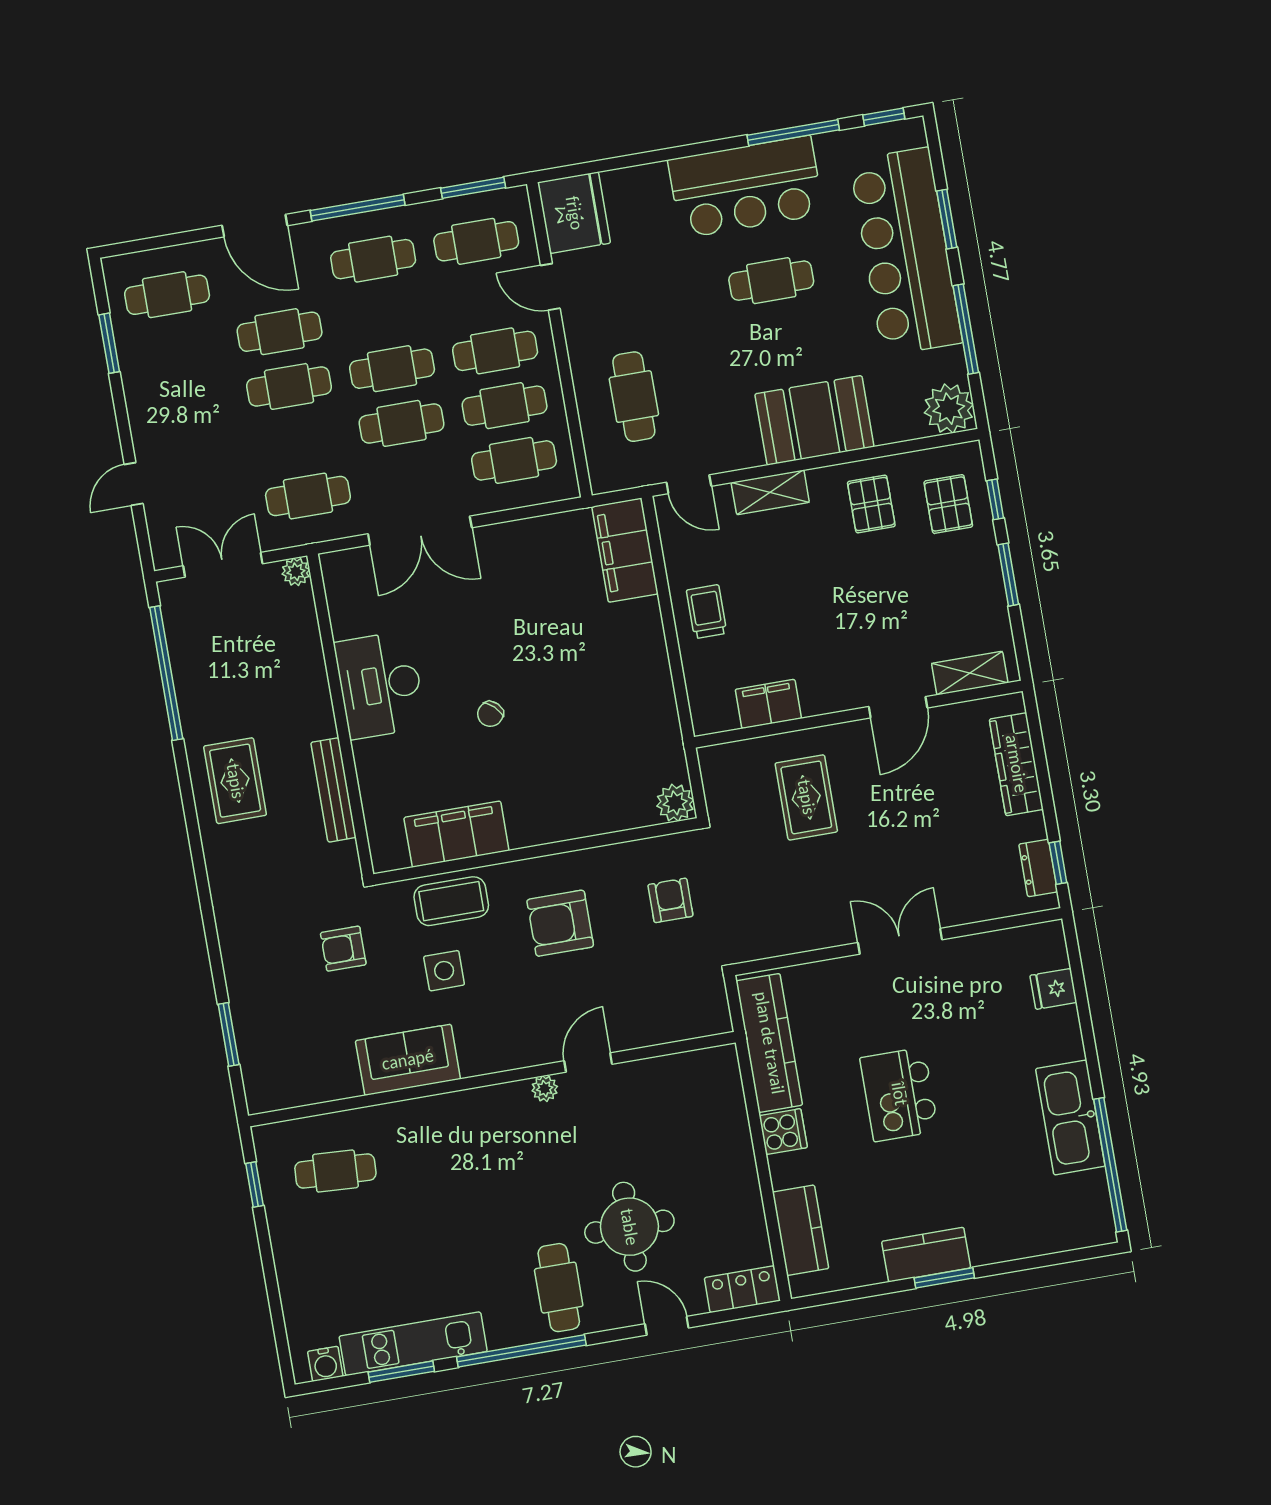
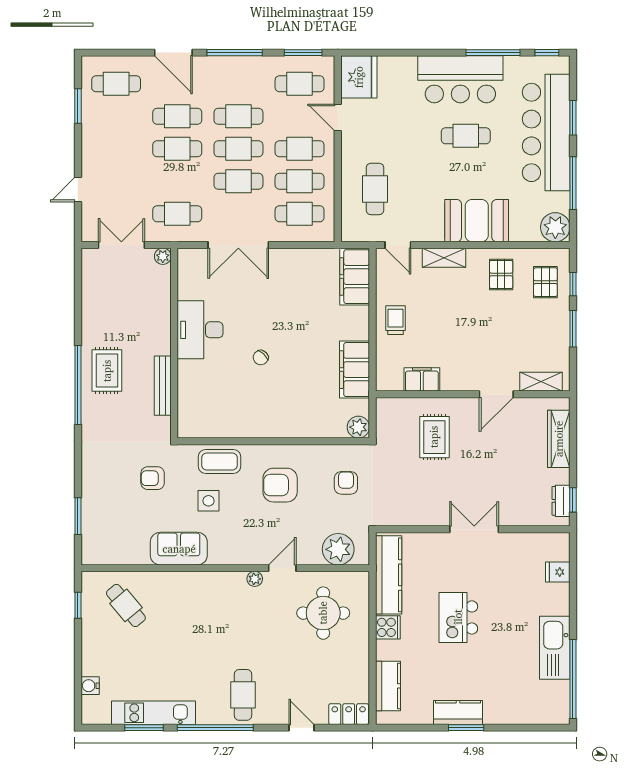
cafe table: (373, 259) -> (238, 116), moved
window: (166, 673) -> (78, 385), moved
filing cabinet: (456, 834) -> (355, 370), moved, turned -90
plant: (677, 1014) -> (338, 549), added
cafe table: (335, 1171) -> (126, 605), turned 47
round table: (629, 1227) -> (323, 613), moved
water cooler: (325, 1364) -> (90, 686), moved, turned 90

